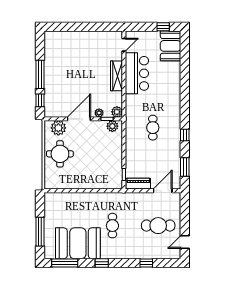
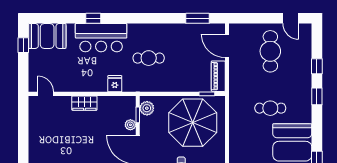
bar counter: (137, 73) -> (101, 38), moved, turned 180
wardrobe: (116, 76) -> (84, 103), width x0.67
fridge: (132, 100) -> (115, 84), added
plant: (117, 112) -> (129, 103), removed
window: (185, 135) -> (93, 18), moved
parasol: (101, 163) -> (193, 123), added
window: (102, 263) -> (317, 96), moved

